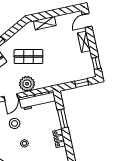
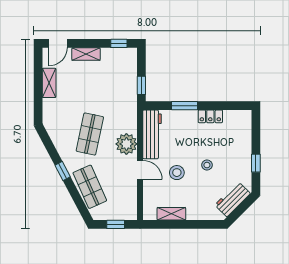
door: (87, 20) -> (58, 43), hinge flipped
shelving: (45, 23) -> (49, 83), moved
window: (82, 83) -> (141, 85), moved

